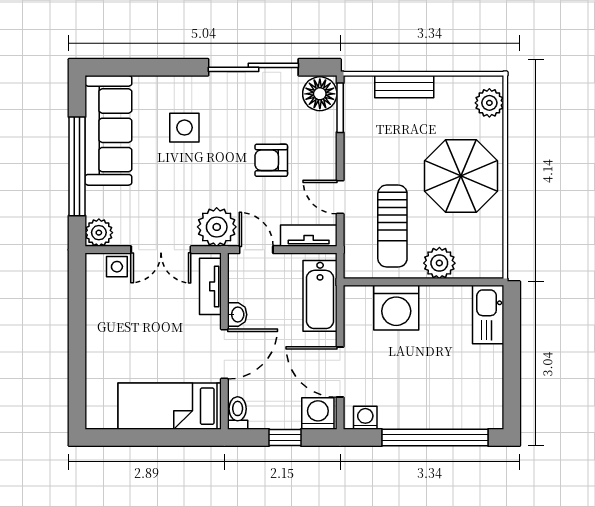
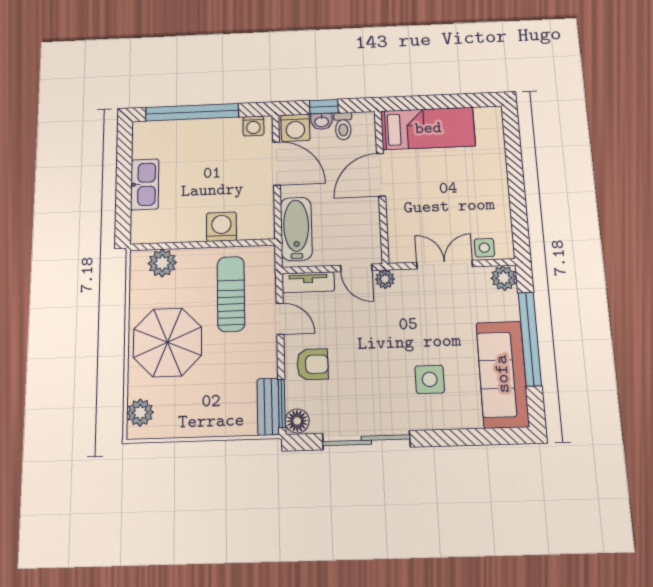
bench: (404, 87) -> (268, 407), moved, turned 90
floor lamp: (320, 94) -> (297, 421), width x0.73, depth x0.73
armchair: (271, 160) -> (313, 364), moved
plant: (217, 227) -> (385, 279), width x0.53, depth x0.53
plant: (439, 263) -> (162, 263), moved
tv unit: (210, 286) -> (397, 233), removed
washing machine: (396, 308) -> (221, 227), width x0.73, depth x0.73
washbasin: (237, 315) -> (322, 121), moved, turned -90
kitchen sink: (488, 315) -> (145, 184), moved
toilet: (238, 413) -> (343, 126), moved

